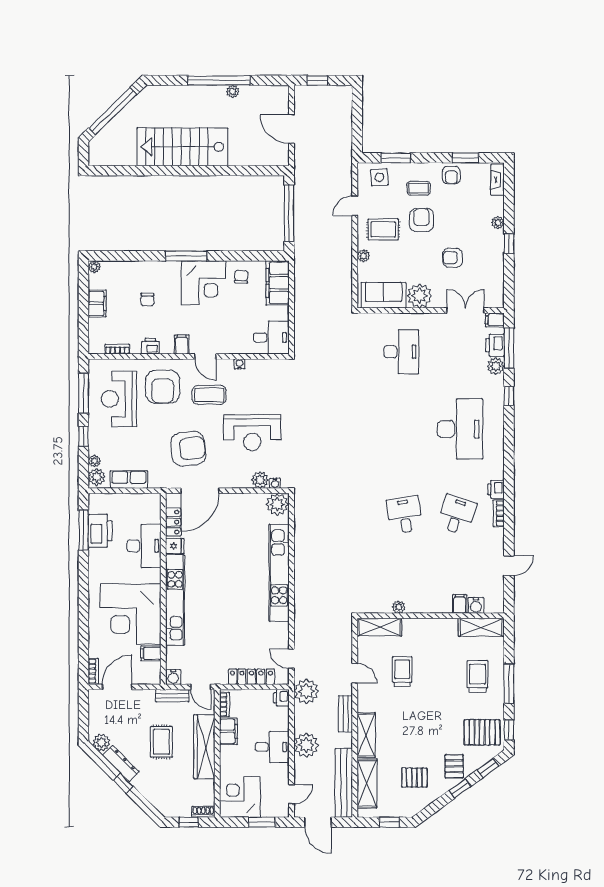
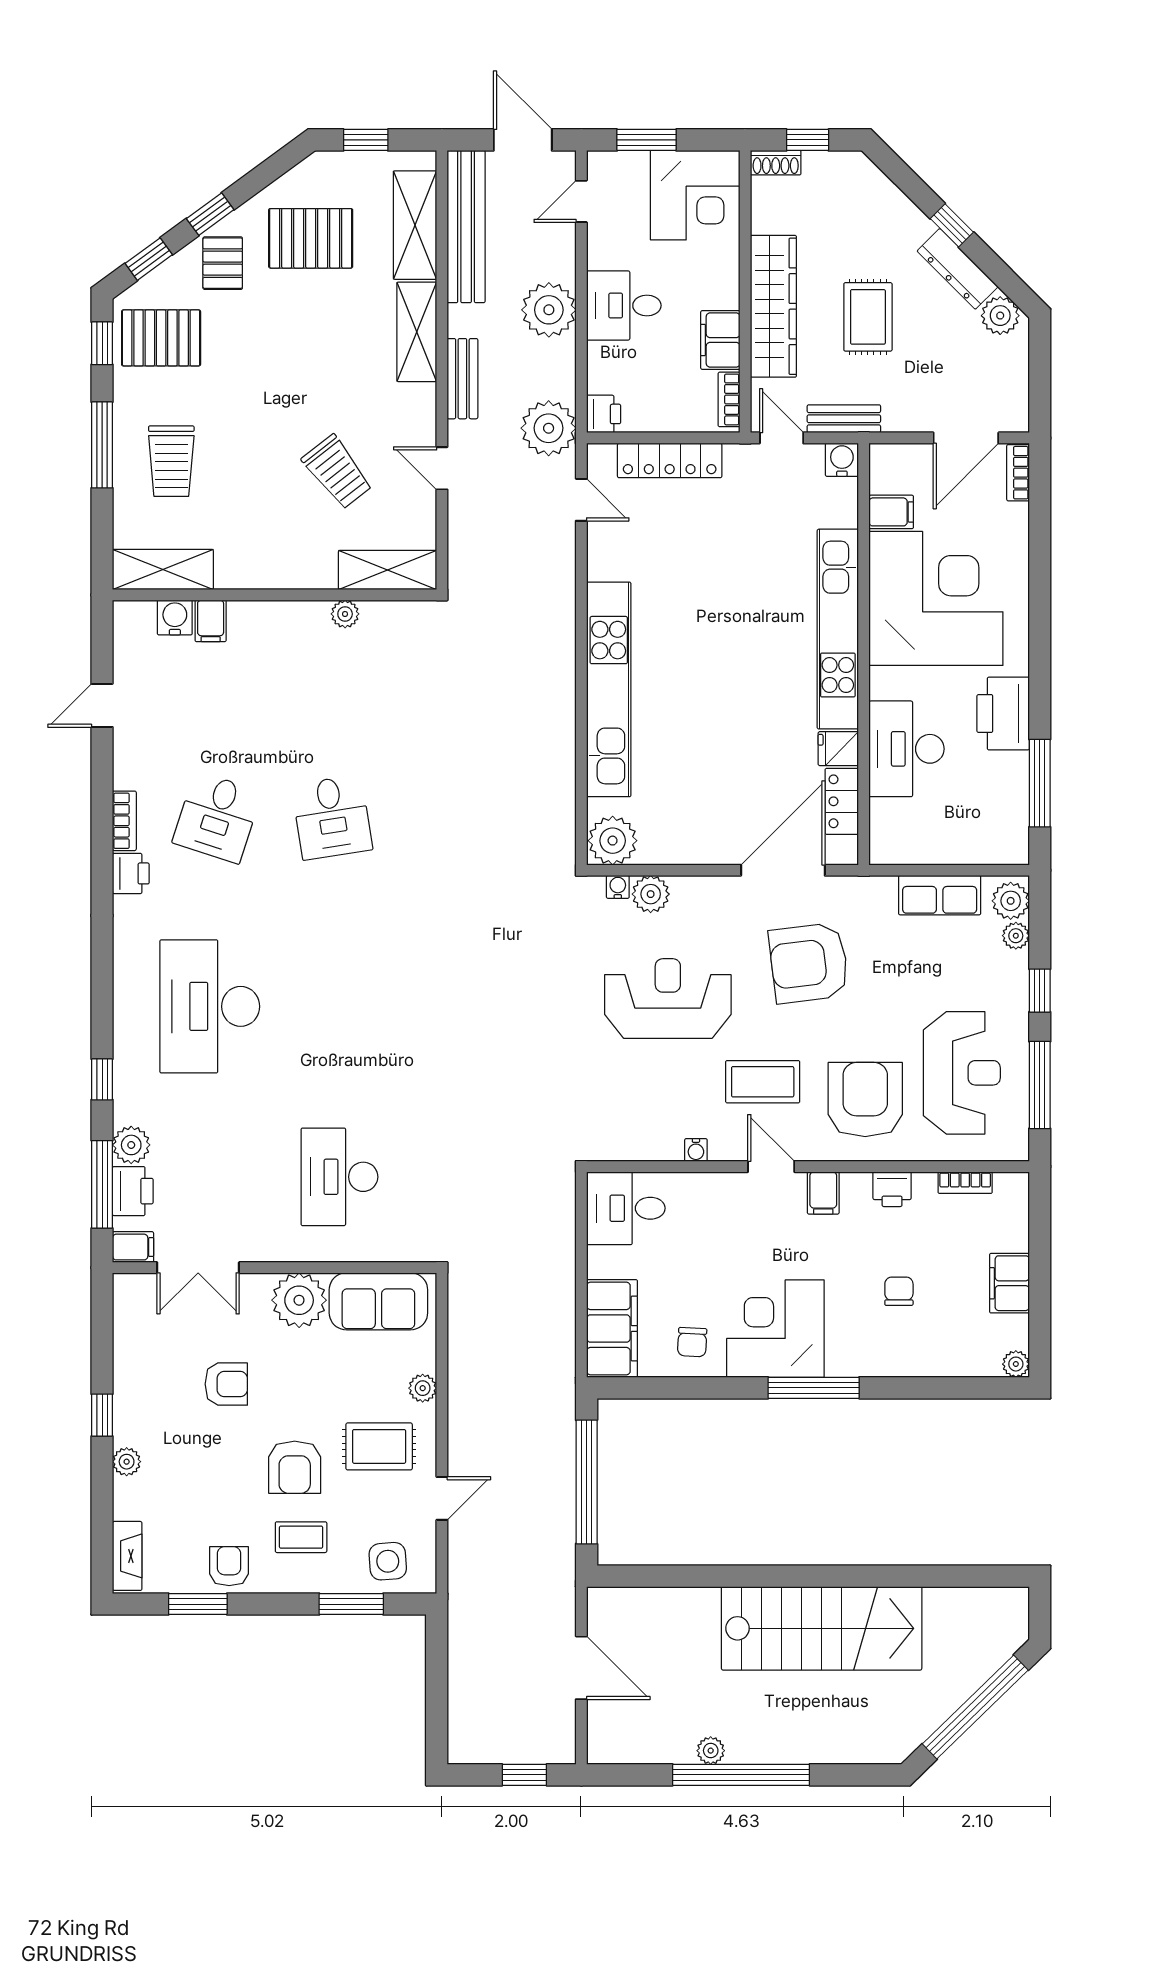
printer: (100, 531) -> (1003, 714), moved
trolley: (402, 671) -> (337, 472), turned -38
pallet: (414, 778) -> (311, 238), width x1.50, depth x1.42

